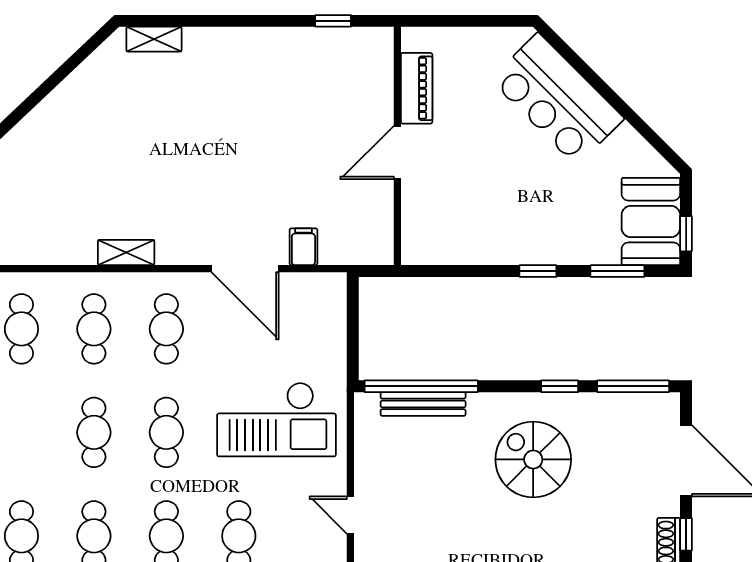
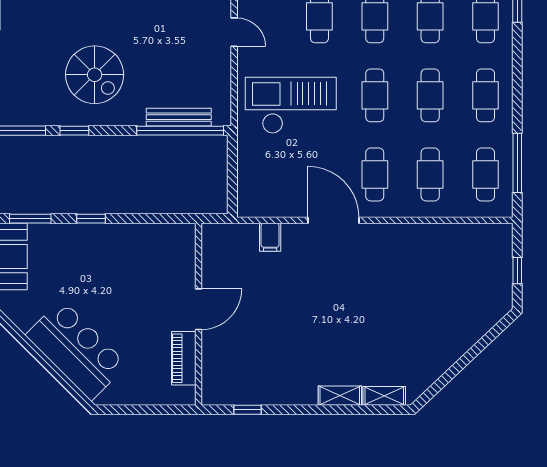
shelving: (126, 252) -> (340, 396), moved
door: (245, 269) -> (333, 220), moved
cafe table: (21, 432) -> (485, 95), added

